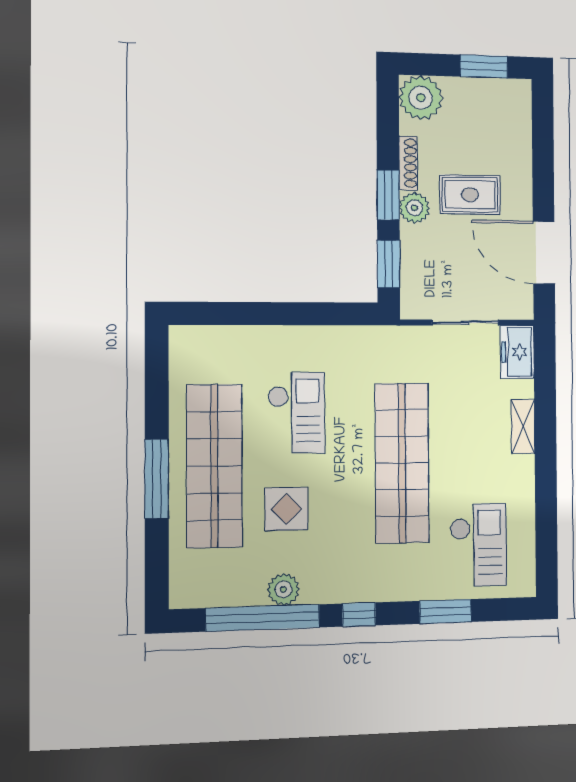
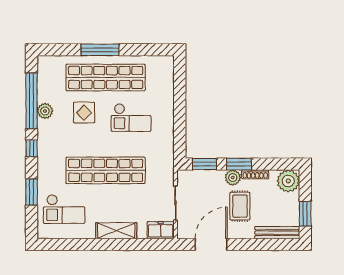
bench: (520, 122) -> (277, 233), added
shelving: (523, 426) -> (116, 231), width x1.50, depth x1.33

